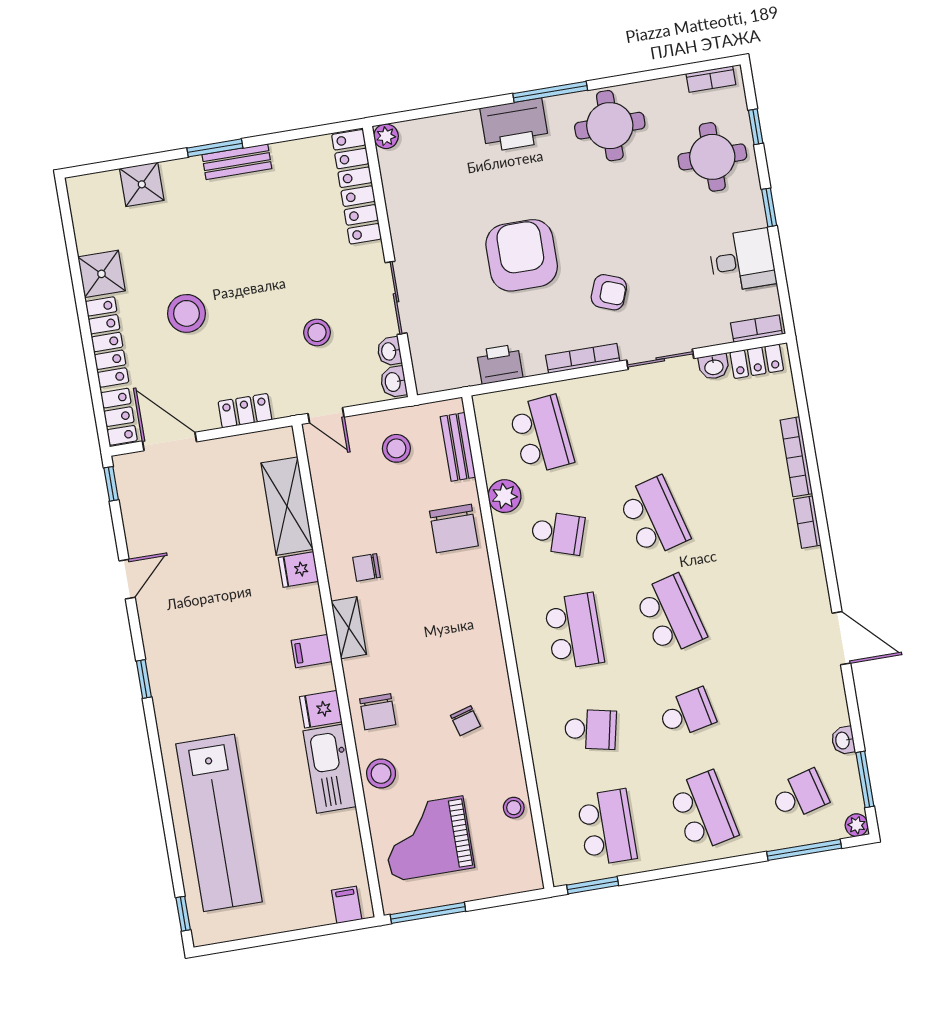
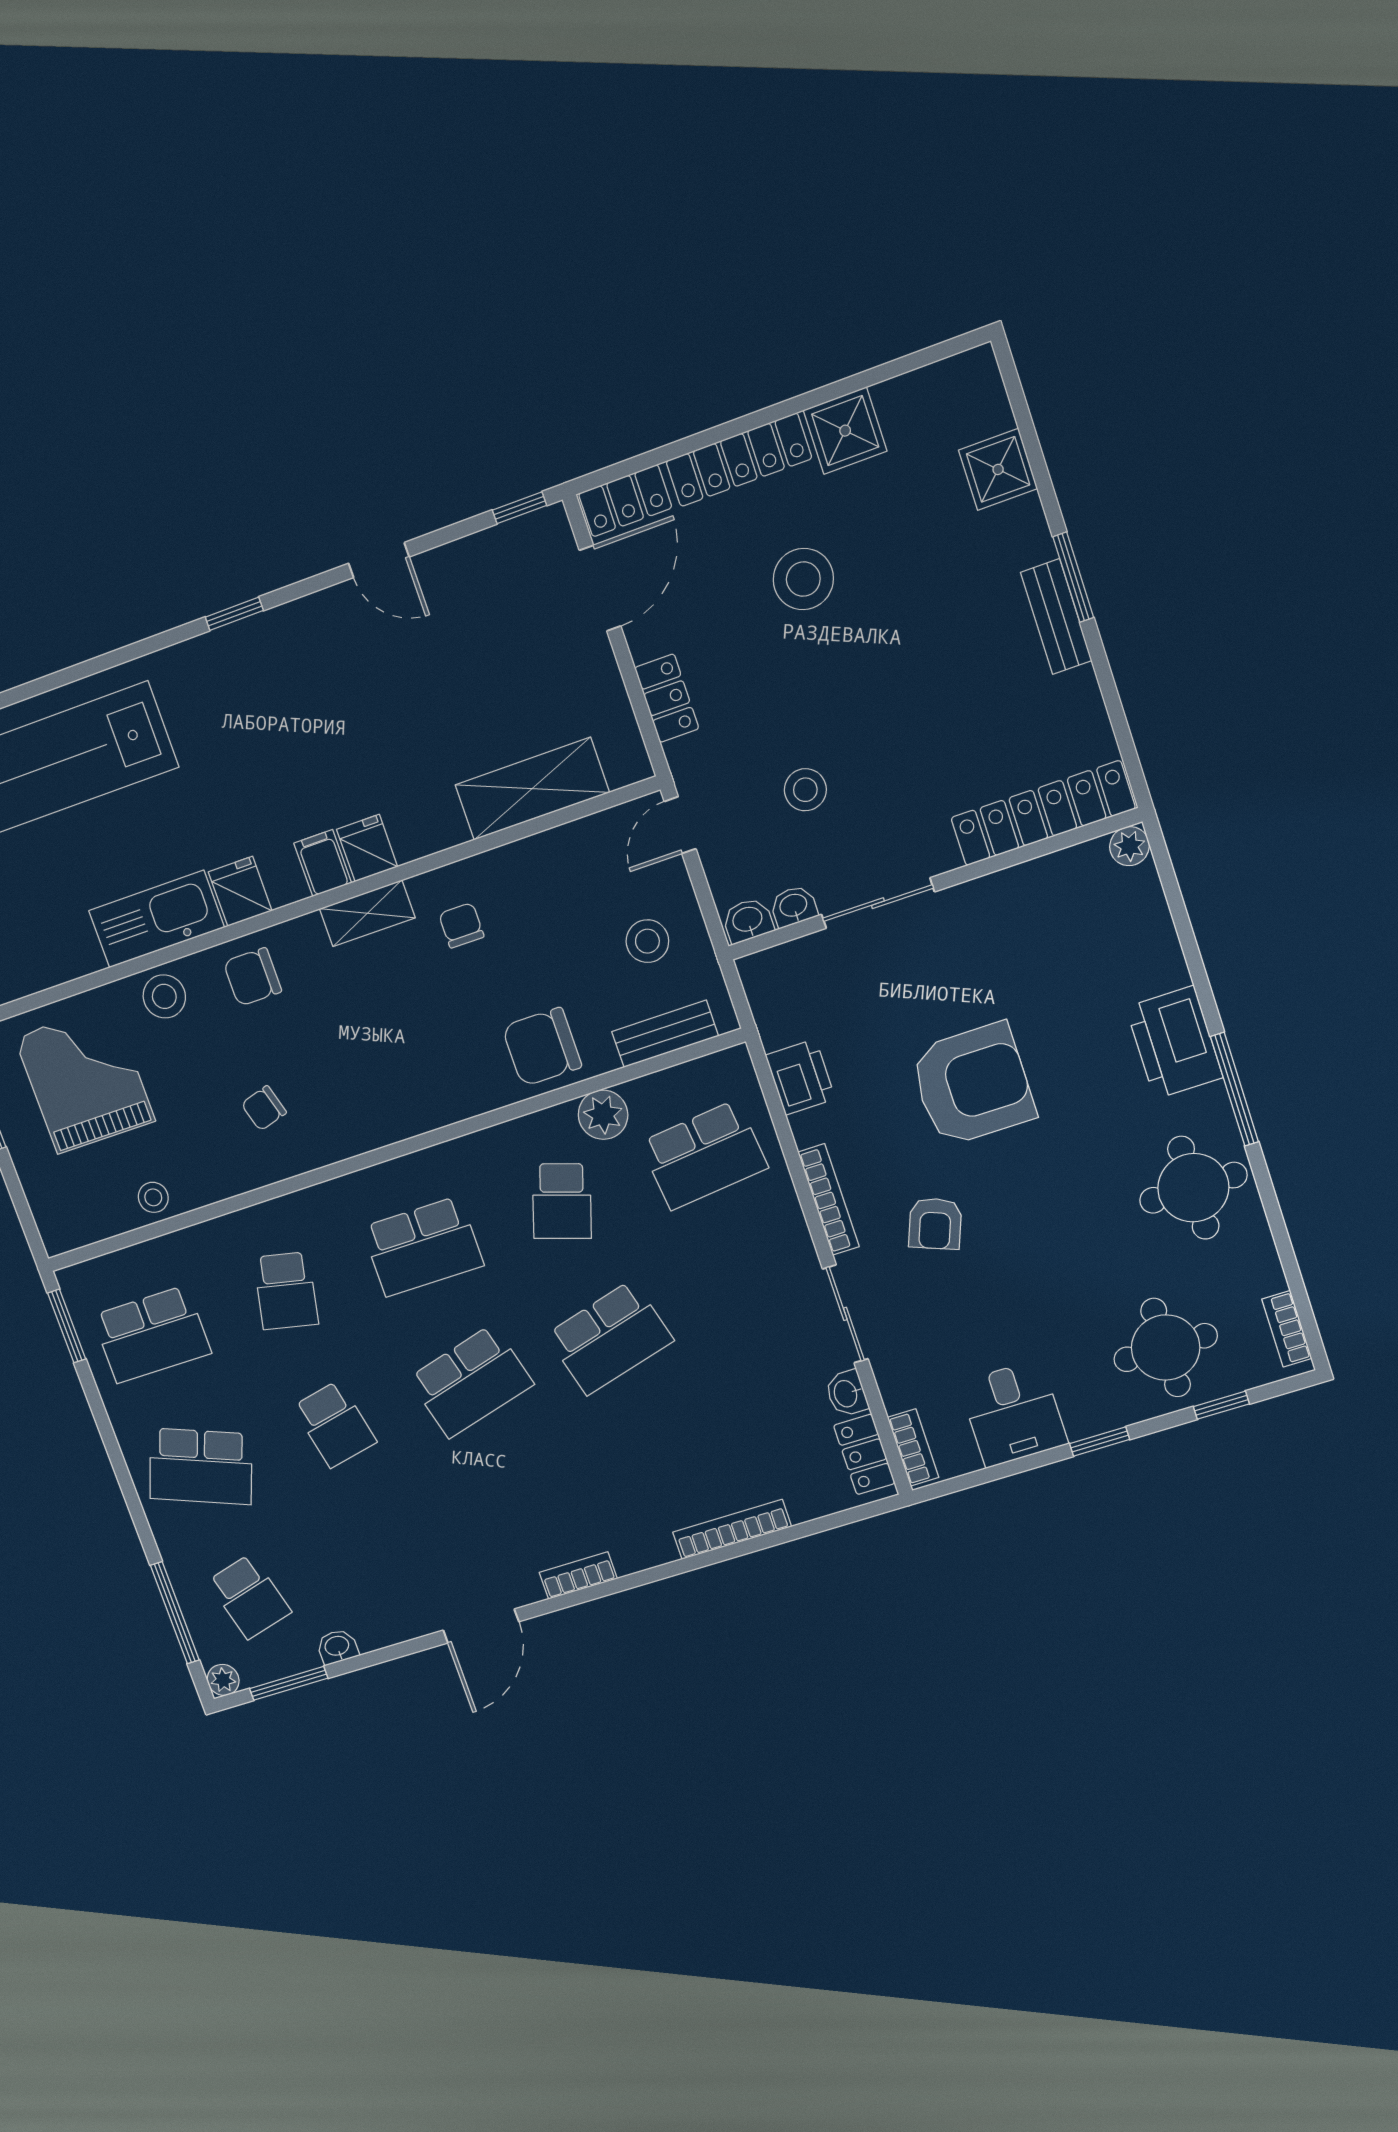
bookcase: (807, 522) -> (578, 1575), moved
fridge: (298, 570) -> (367, 848), moved
school desk: (703, 811) -> (201, 1466), turned 33

